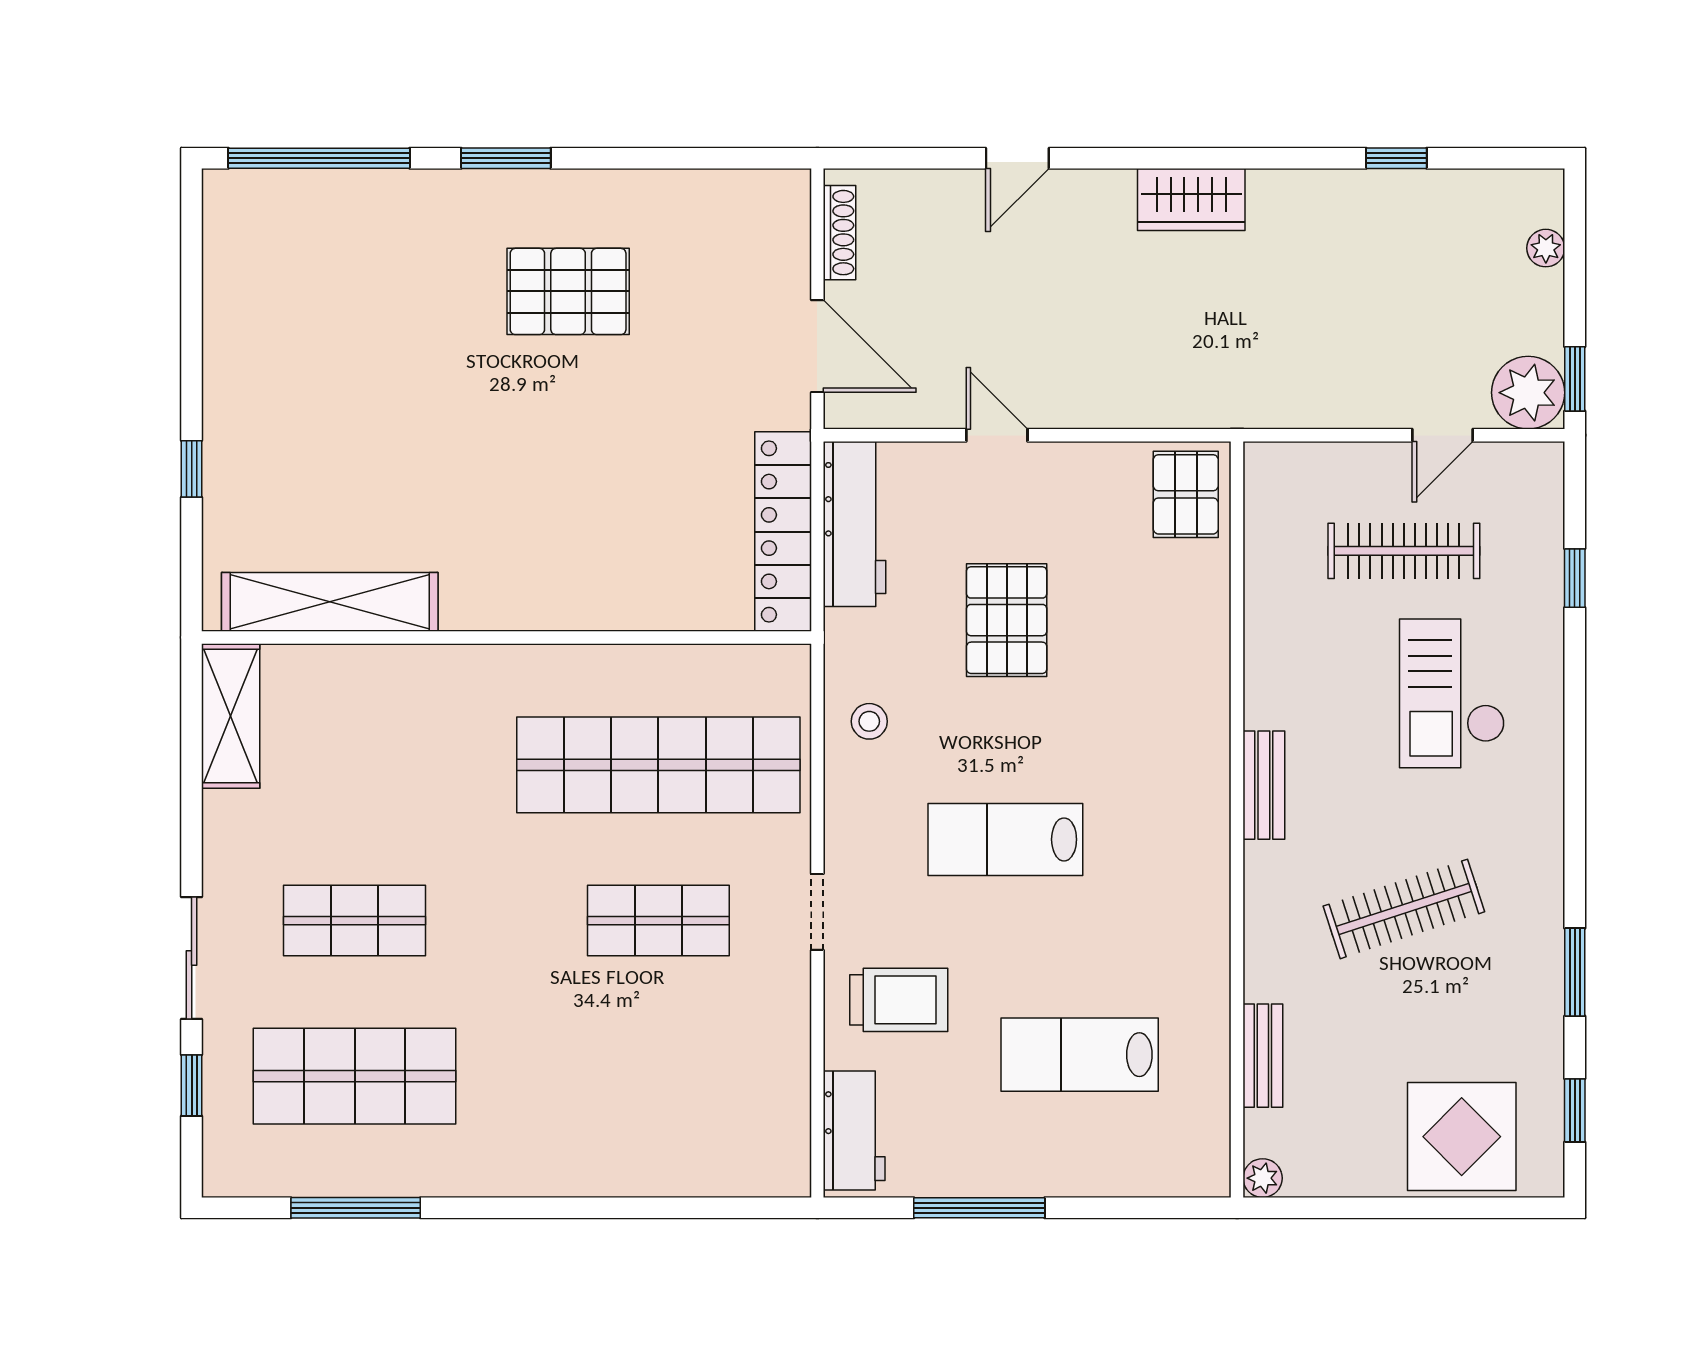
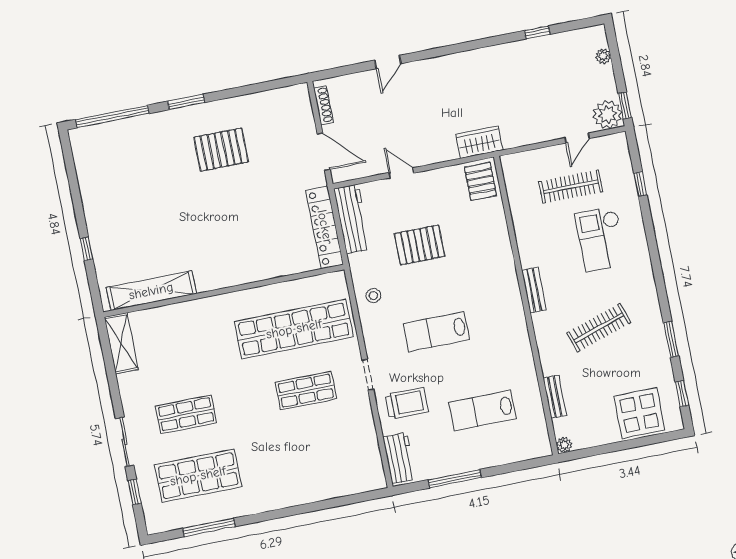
wardrobe: (1191, 199) -> (479, 142), moved, turned 180
pallet: (1007, 620) -> (420, 245), turned 90

